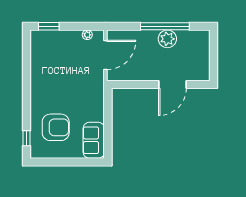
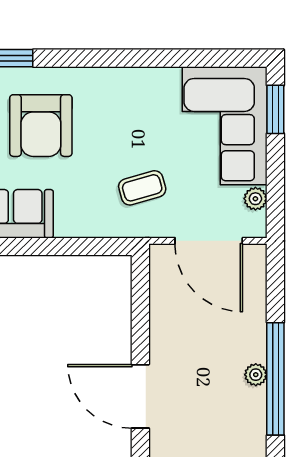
plant: (167, 39) -> (256, 375), width x0.53, depth x0.53
corner sofa: (56, 48) -> (225, 126), added
coffee table: (83, 84) -> (142, 188), added

